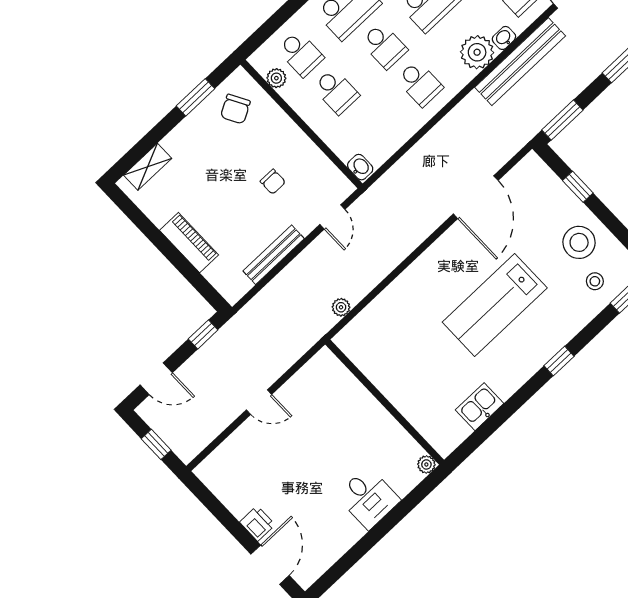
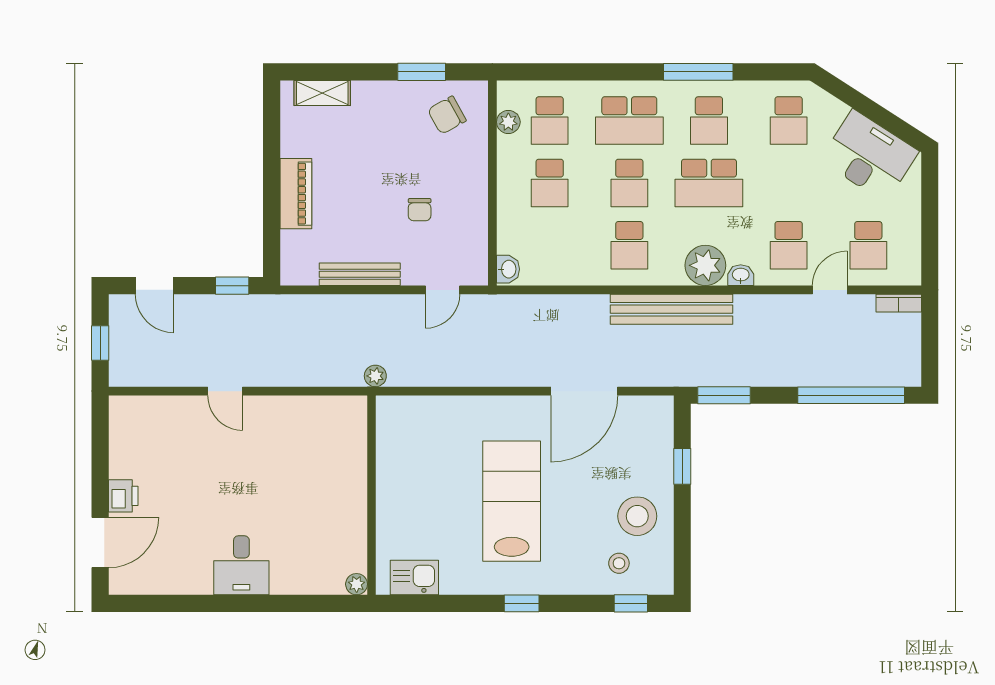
bench: (520, 62) -> (672, 309), moved
lab bench: (495, 305) -> (512, 501), turned 90
wall: (385, 402) -> (371, 495), moved
plant: (426, 464) -> (357, 584), moved

